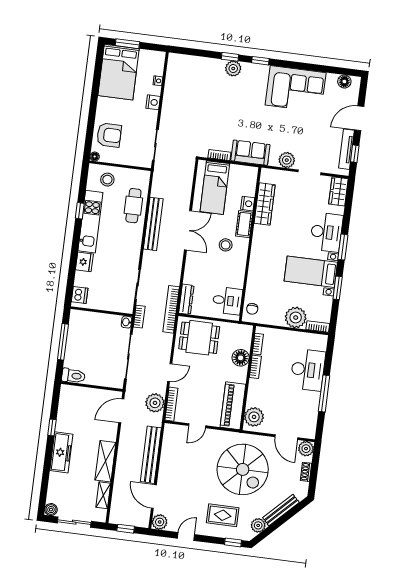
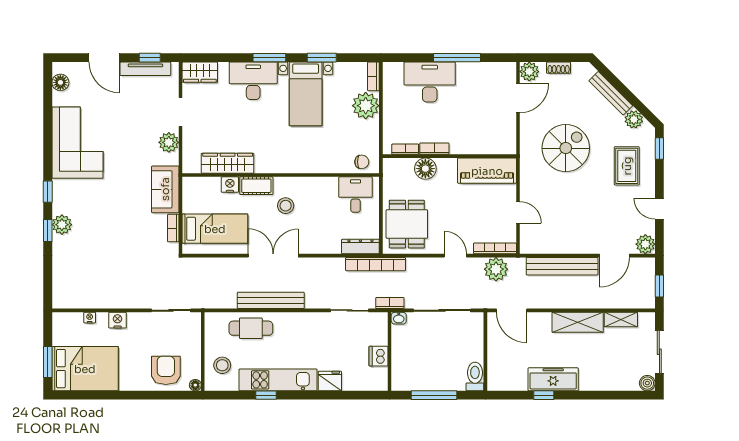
dishwasher: (80, 295) -> (379, 356), moved, turned -90
plant: (254, 417) -> (498, 142), removed
freezer: (61, 452) -> (553, 379), moved
spiral stairs: (243, 469) -> (566, 148), width x0.73, depth x0.73

